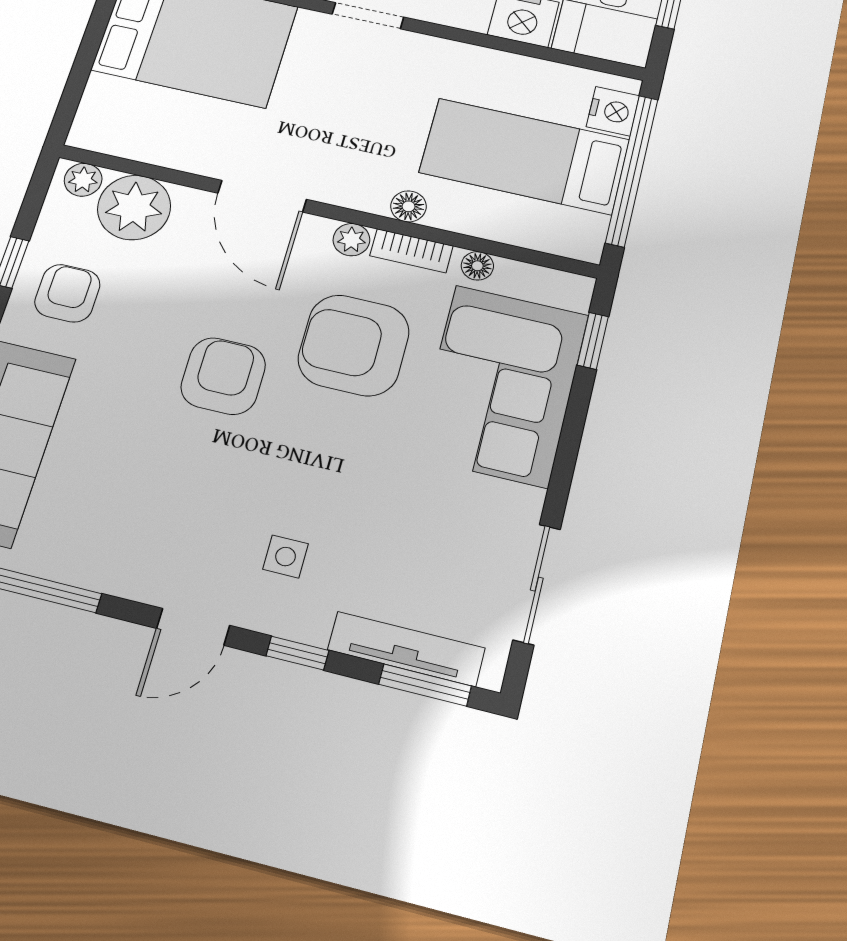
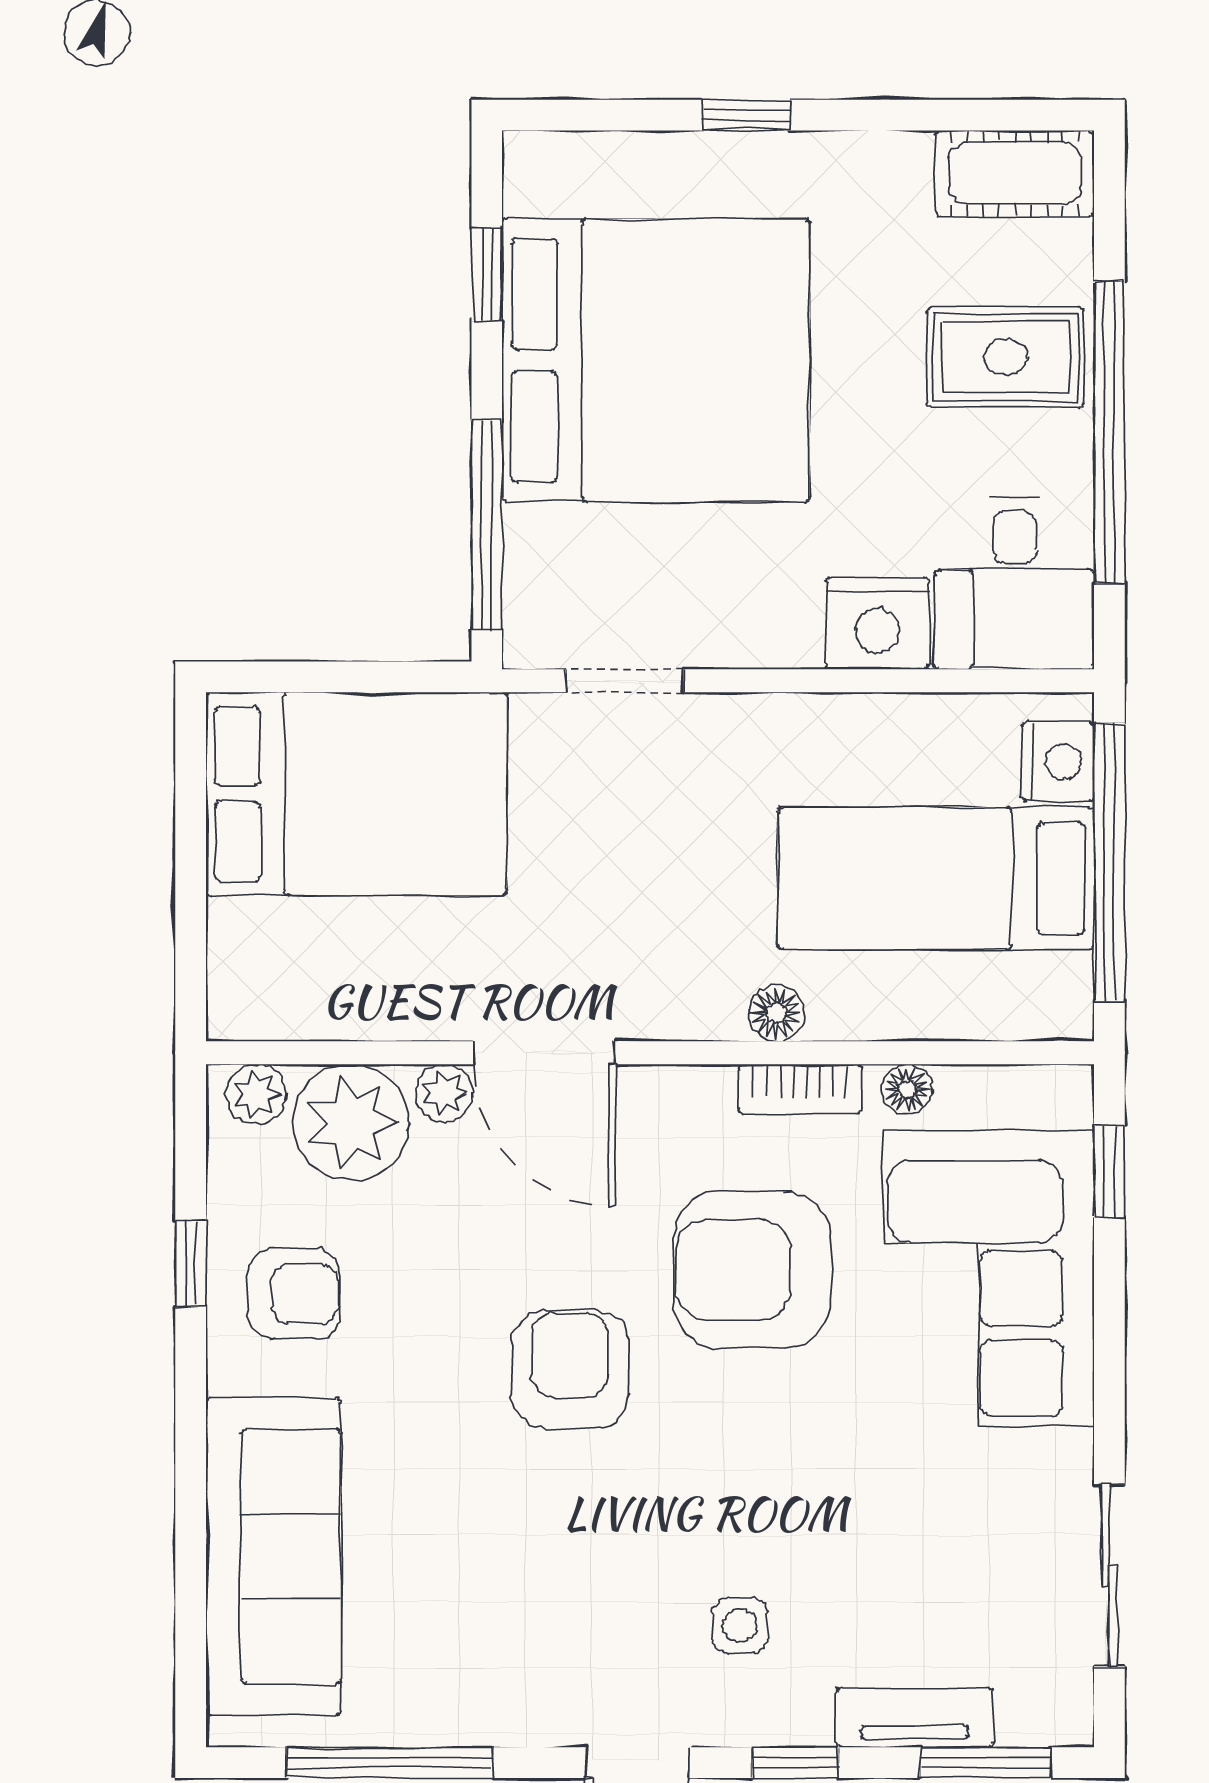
plant: (351, 240) -> (444, 1093), moved
armchair: (67, 293) -> (294, 1294), turned 90
tv unit: (406, 649) -> (915, 1718), width x0.71

